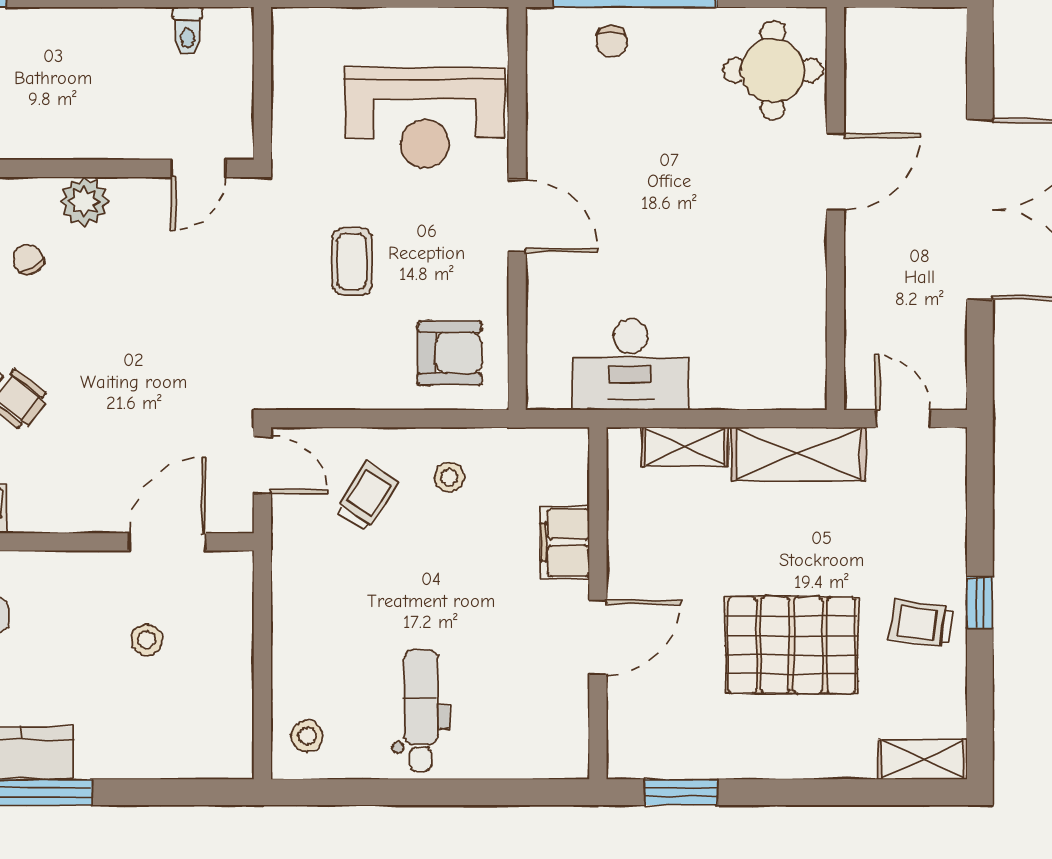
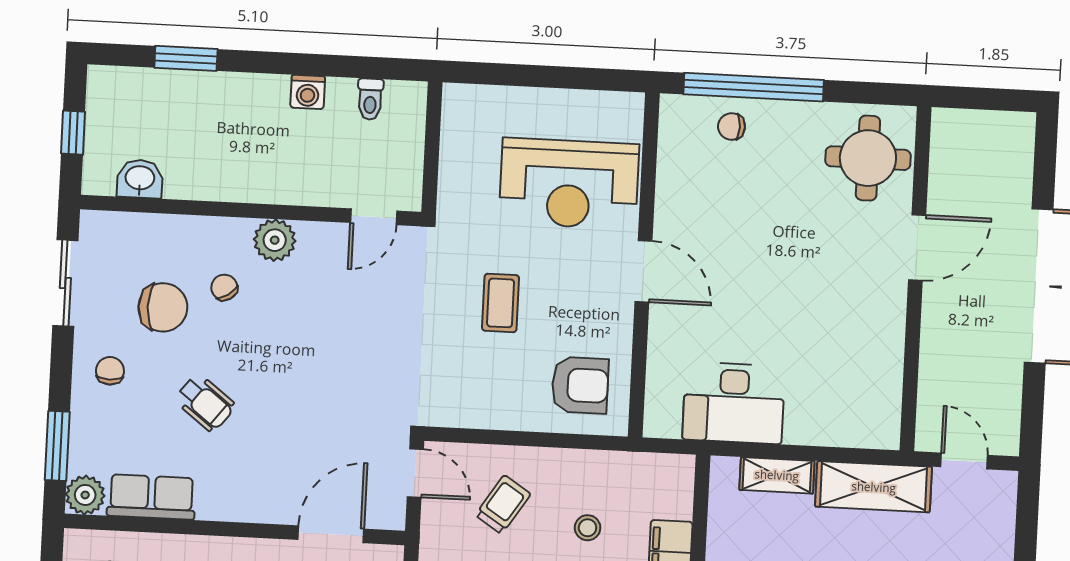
washing machine: (114, 26) -> (308, 92), added
chair: (611, 42) -> (732, 126), turned 90
stool: (449, 477) -> (588, 528), moved

